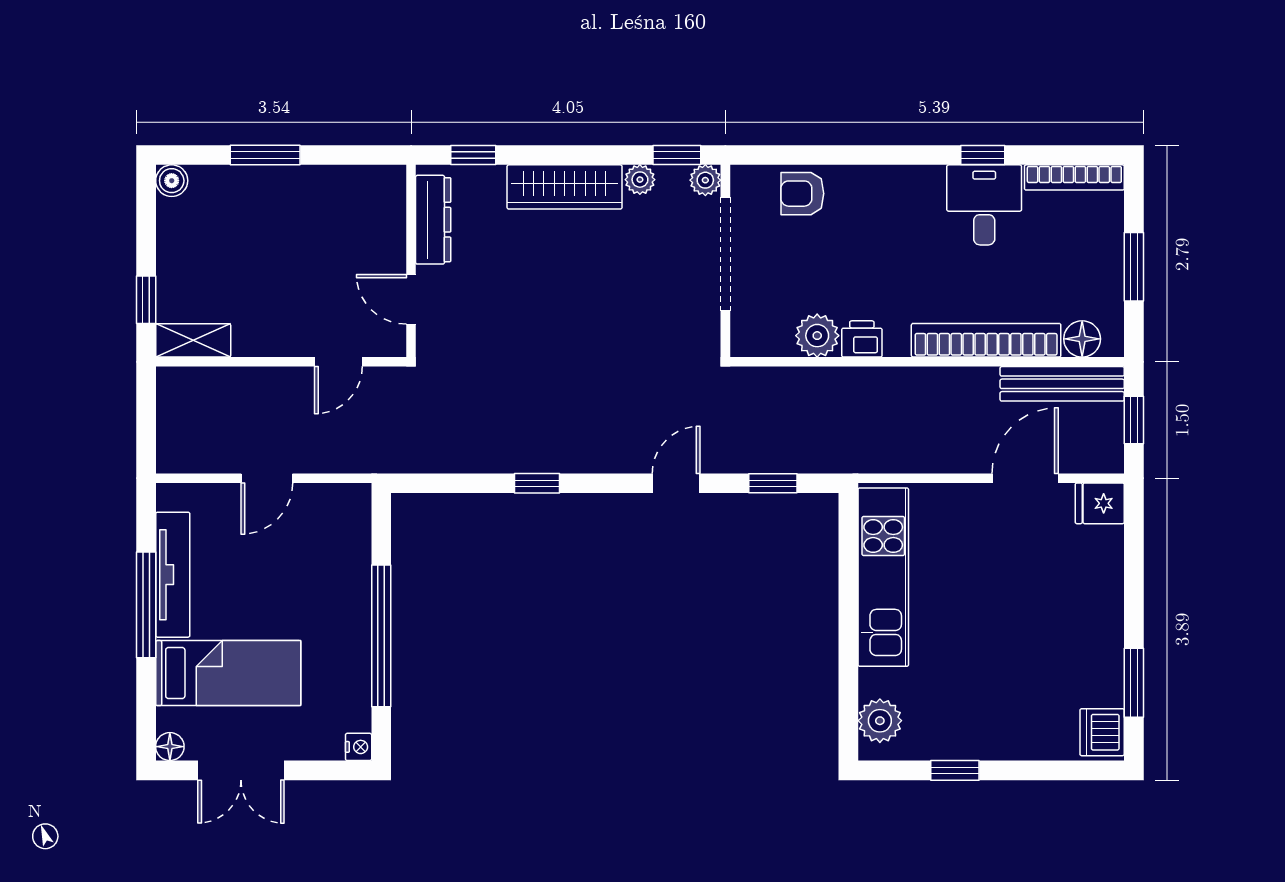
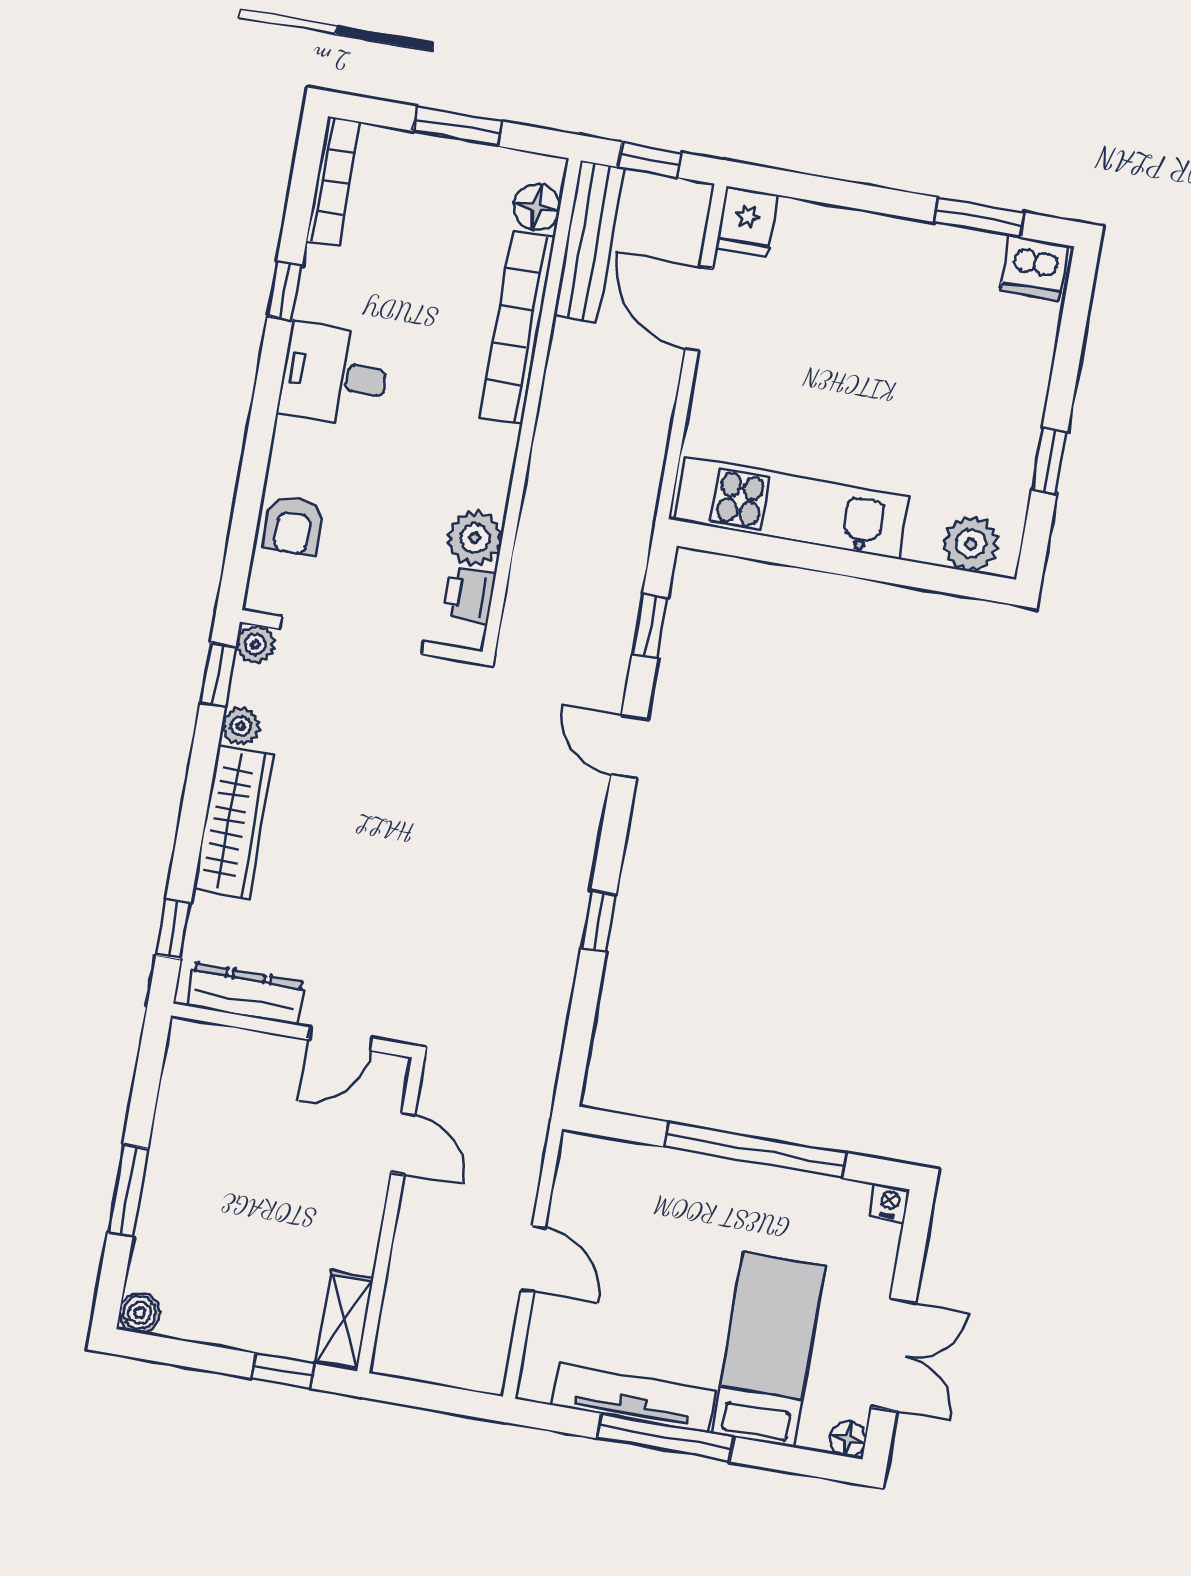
desk: (984, 205) -> (335, 375), moved
printer: (862, 339) -> (469, 595), moved

